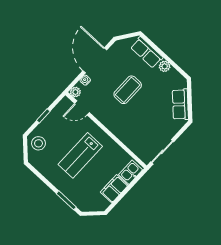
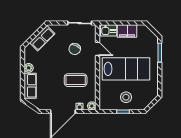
coffee table: (128, 90) -> (76, 80), moved
door: (82, 108) -> (97, 49), moved
chair: (142, 125) -> (75, 49), added
stool: (38, 143) -> (126, 97), moved
lab bench: (80, 155) -> (126, 69), width x1.36, depth x1.39

